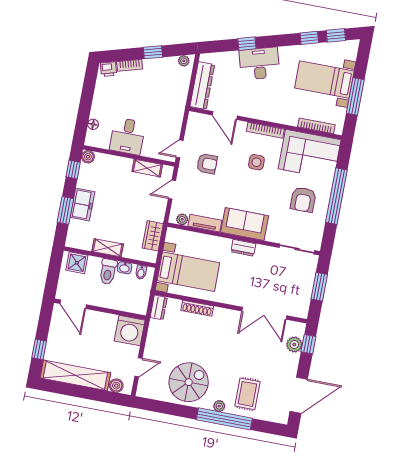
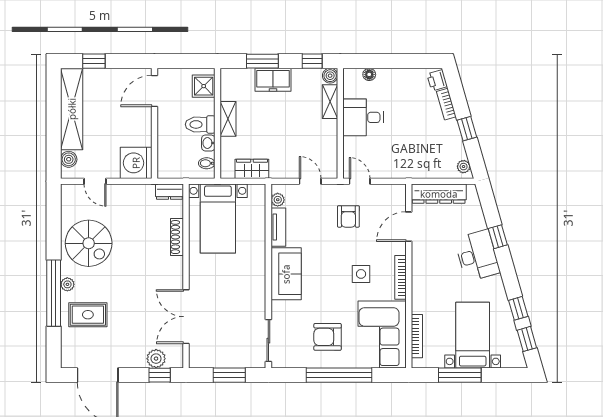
shelving: (147, 168) -> (330, 102), moved
dresser: (243, 248) -> (258, 278), removed

